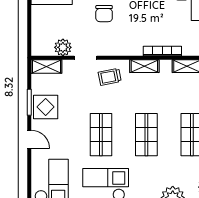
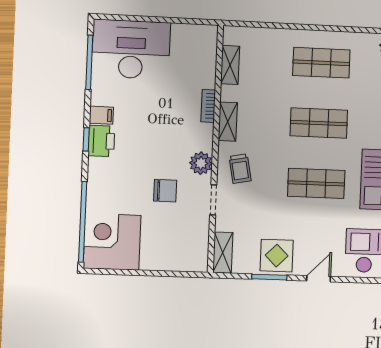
chair: (104, 14) -> (165, 191), moved
plant: (63, 47) -> (201, 163), moved
bookcase: (162, 51) -> (208, 106), width x0.64

